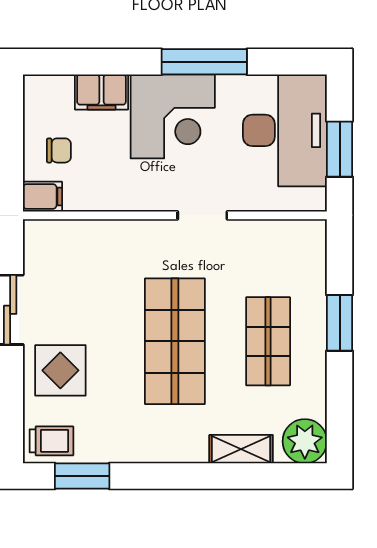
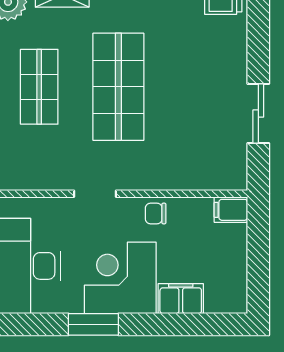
window: (204, 62) -> (93, 324), width x0.69
chair: (59, 150) -> (156, 213), moved
display table: (60, 370) -> (216, 62), removed

